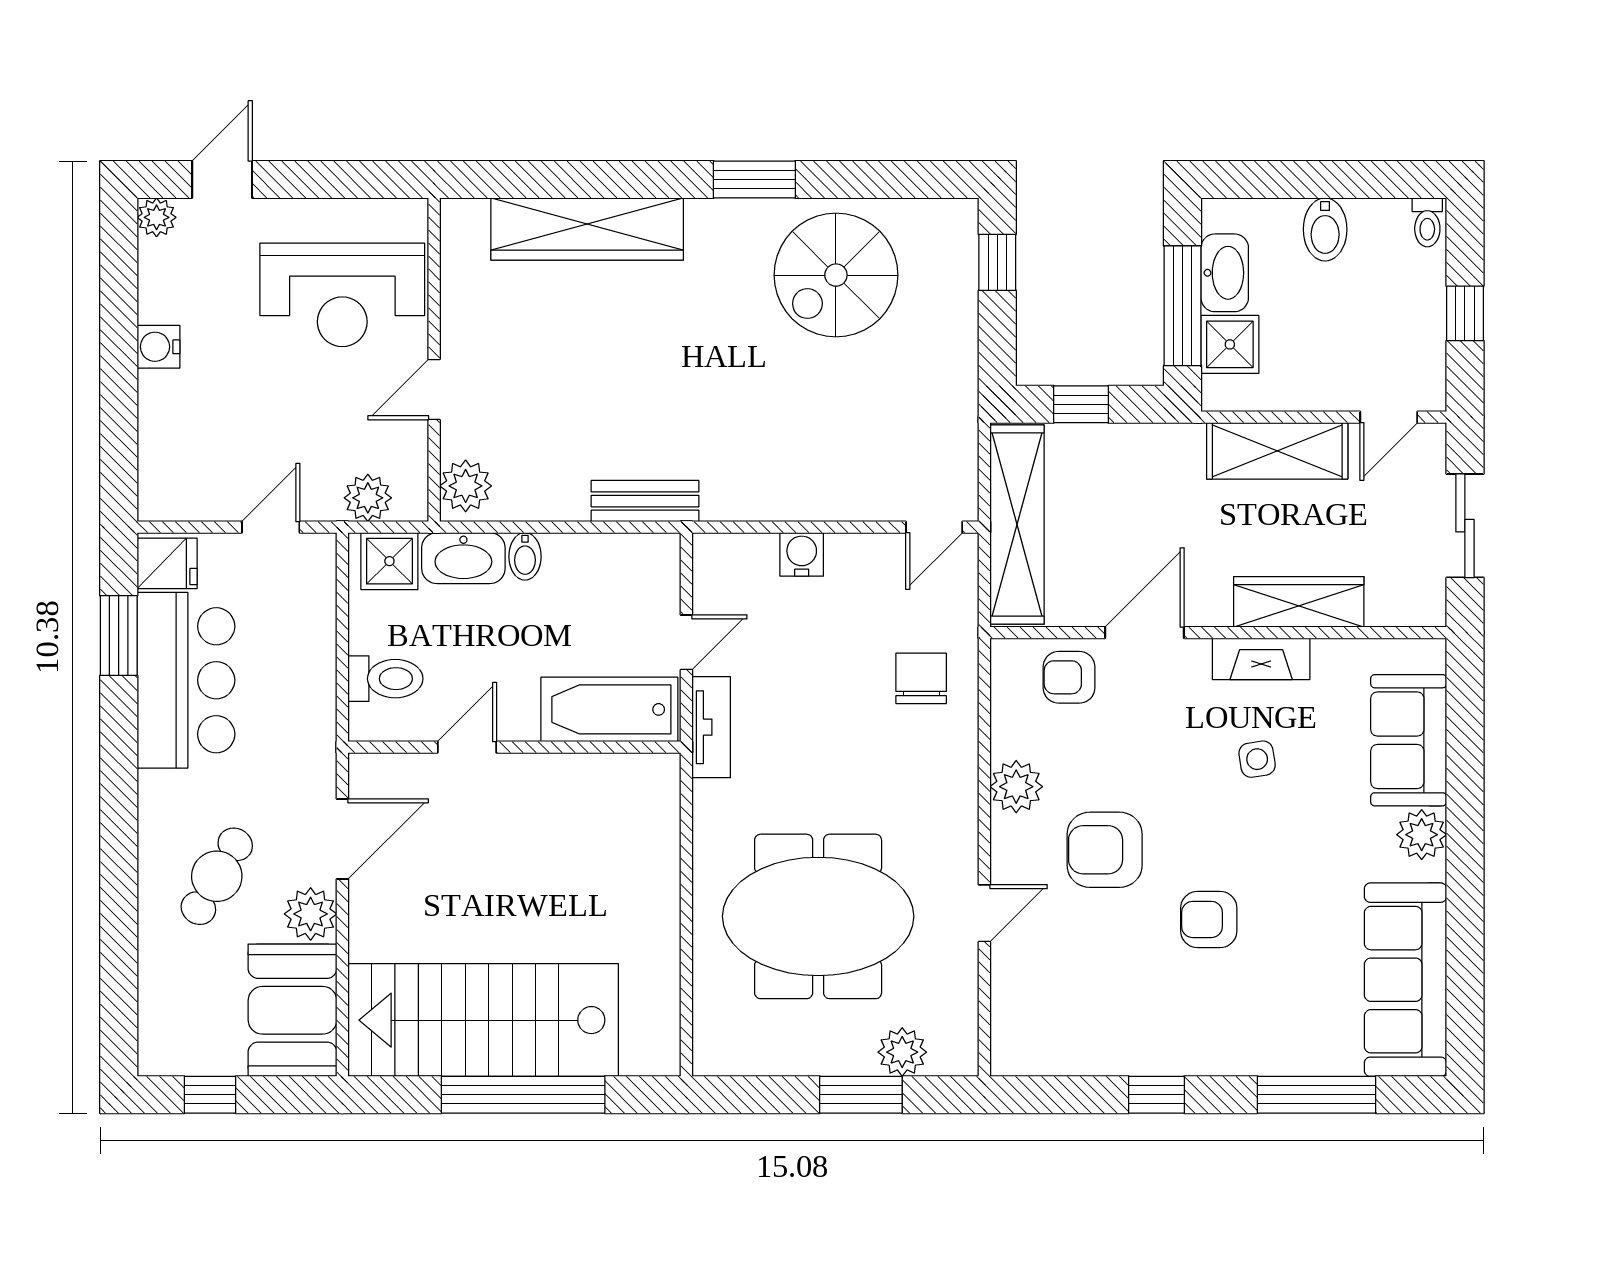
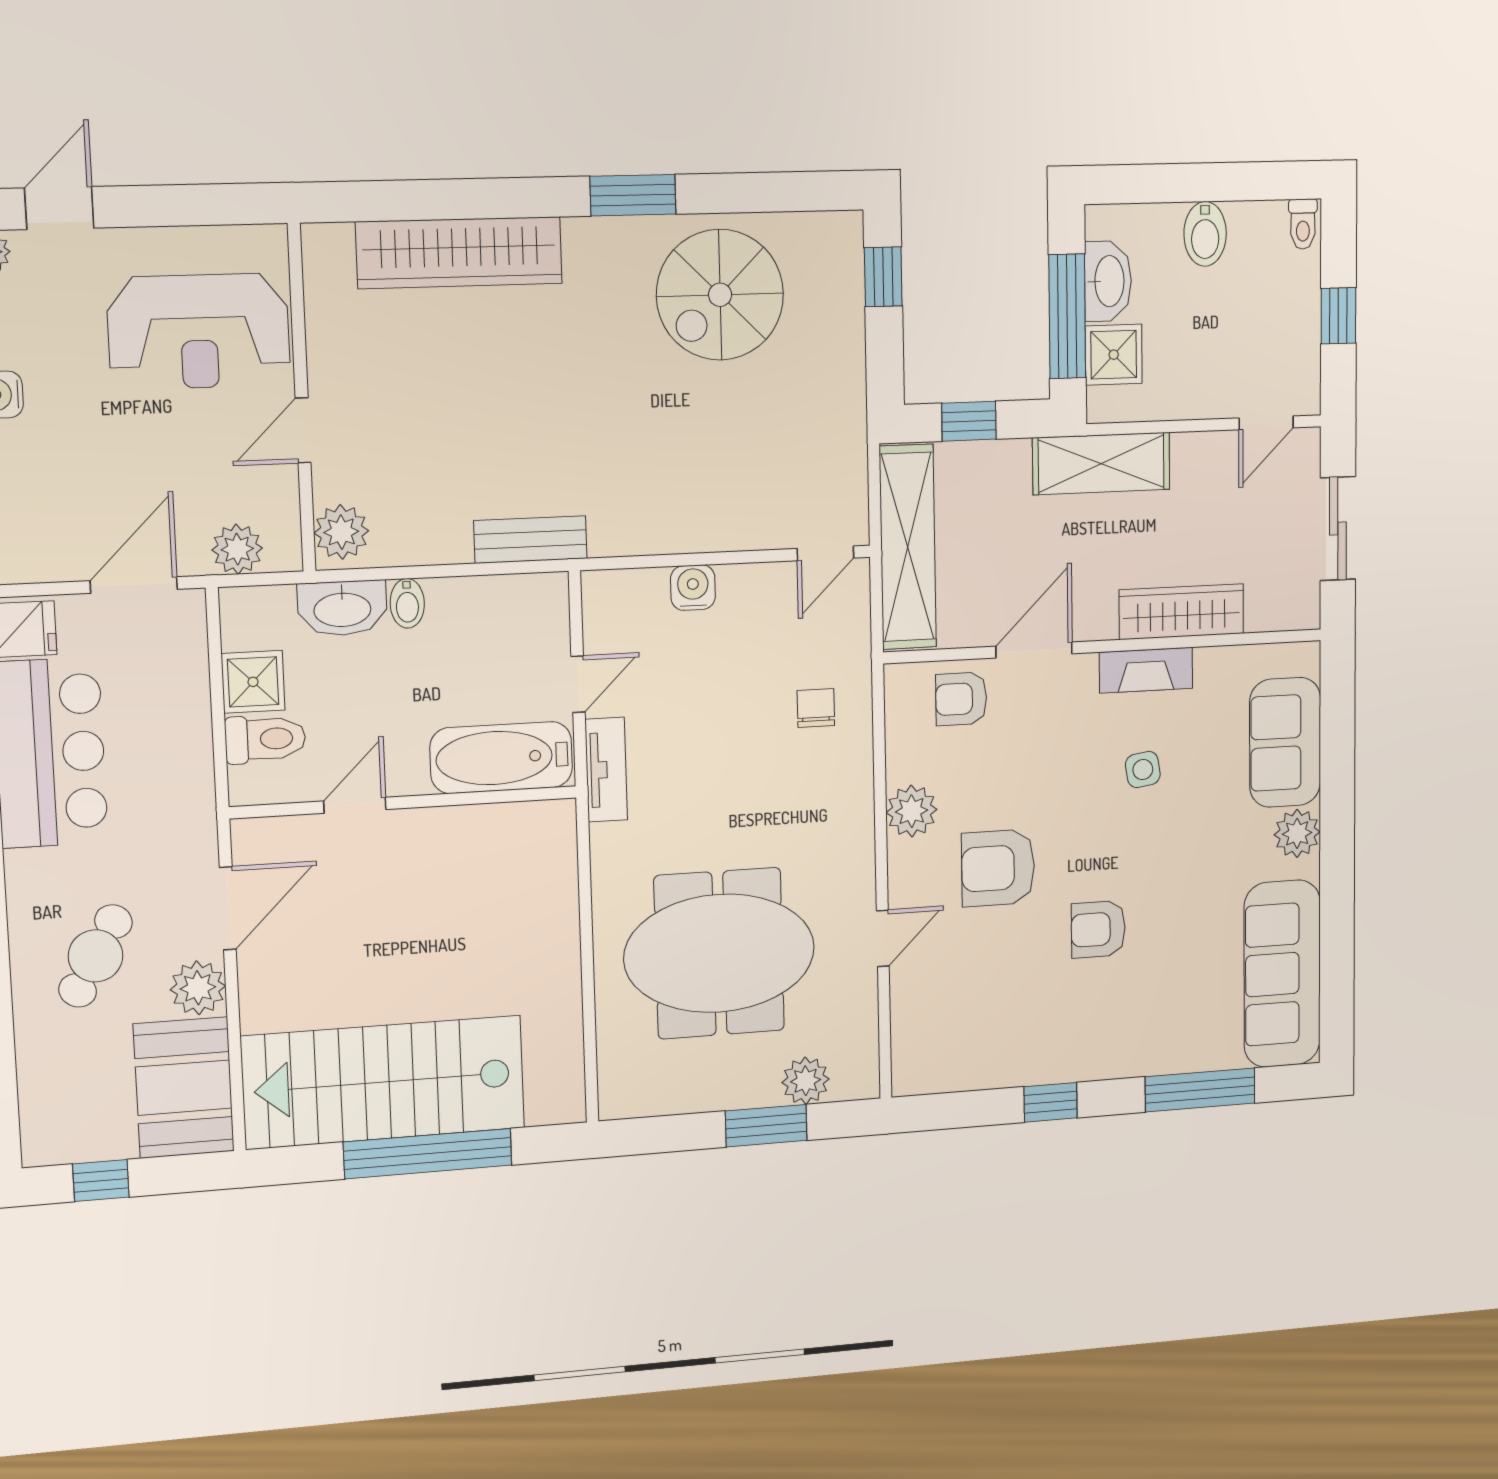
shelving: (1277, 451) -> (1101, 464), moved
door: (271, 527) -> (134, 585), width x1.38
shower: (389, 561) -> (253, 682), moved
chair: (921, 678) -> (816, 708), width x0.73, depth x0.73

